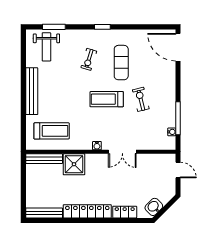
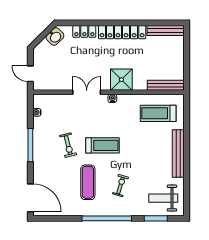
window: (102, 27) -> (107, 218), width x3.17
weight bench: (46, 47) -> (163, 198), turned -90
window: (178, 118) -> (30, 145), moved
shower: (74, 164) -> (121, 80), moved

